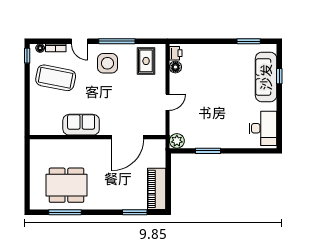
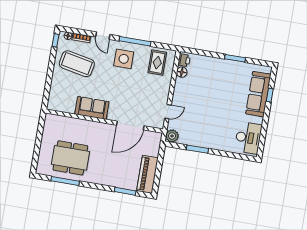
window: (249, 41) -> (235, 58), moved
door: (168, 102) -> (168, 112), moved

